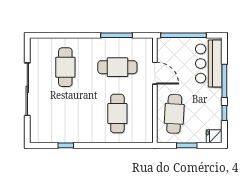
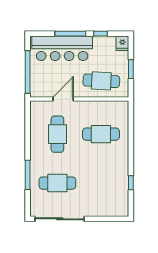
window: (116, 35) -> (28, 175), moved
bar counter: (209, 64) -> (62, 48), width x1.36
sliding door: (27, 89) -> (60, 219), moved

